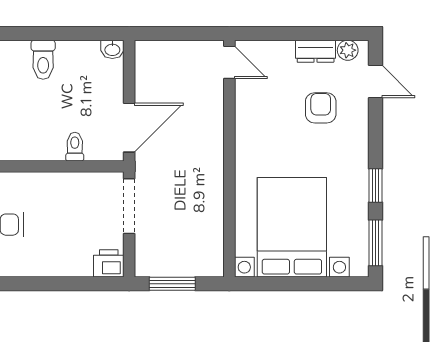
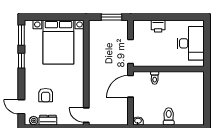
printer: (109, 263) -> (158, 26), moved

